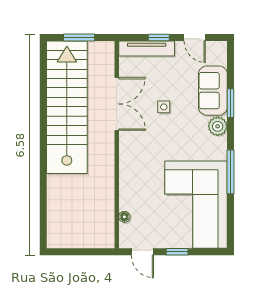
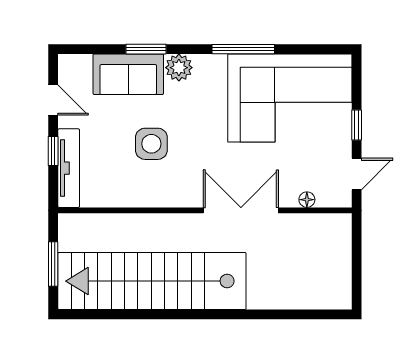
door: (195, 38) -> (53, 100), hinge flipped
double door: (117, 104) -> (241, 210), moved
side table: (164, 107) -> (151, 144), width x1.87, depth x1.87

